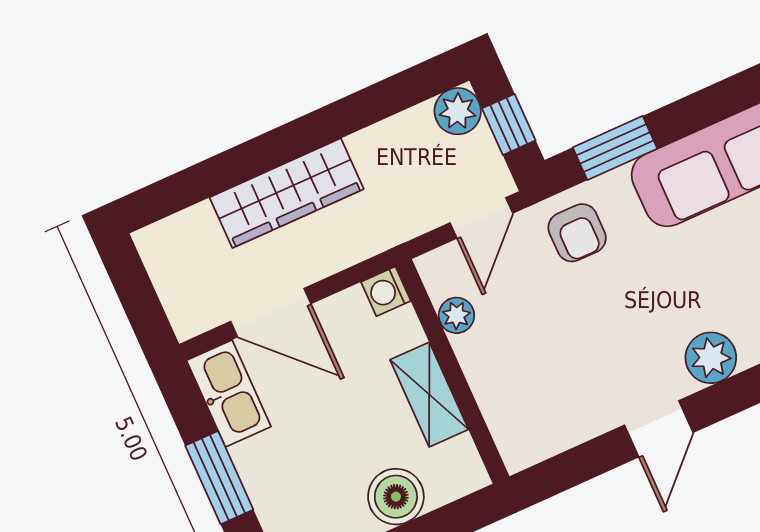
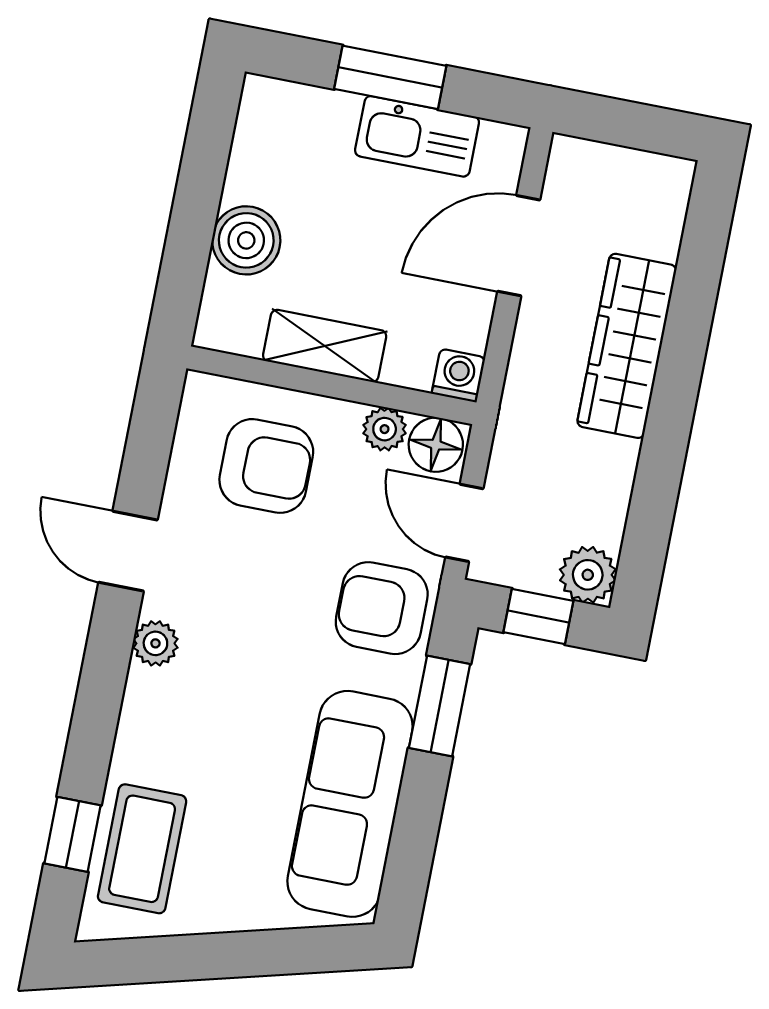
armchair: (577, 233) -> (382, 608), width x1.38, depth x1.38
floor lamp: (443, 274) -> (436, 445), added
plant: (711, 358) -> (155, 643), width x0.73, depth x0.73
armchair: (537, 377) -> (266, 466), added
kitchen sink: (229, 393) -> (417, 136), moved

